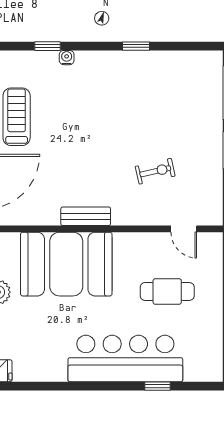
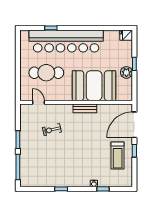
cafe table: (167, 291) -> (46, 73), width x1.37, depth x1.35
bar counter: (125, 358) -> (66, 41), width x1.36

